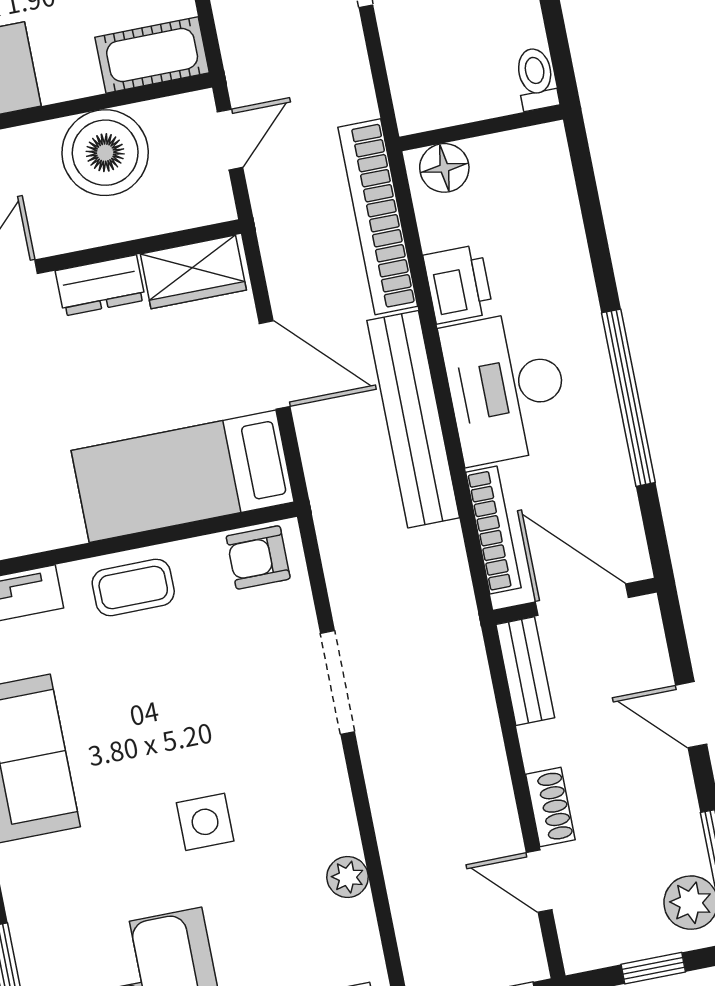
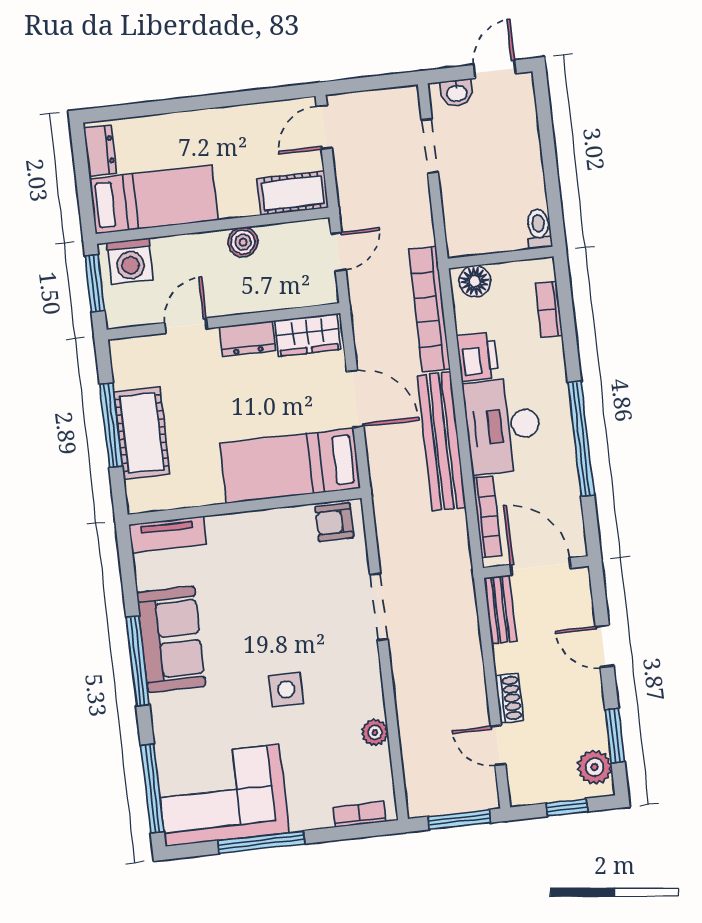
boiler: (105, 153) -> (243, 242), width x0.54, depth x0.54
bookcase: (562, 202) -> (549, 309), added
coffee table: (133, 587) -> (252, 535), removed

